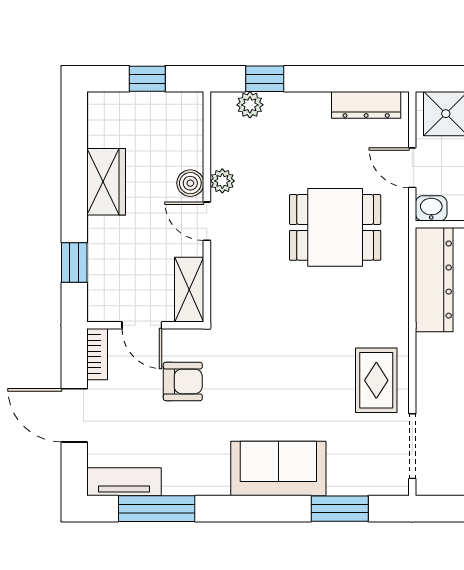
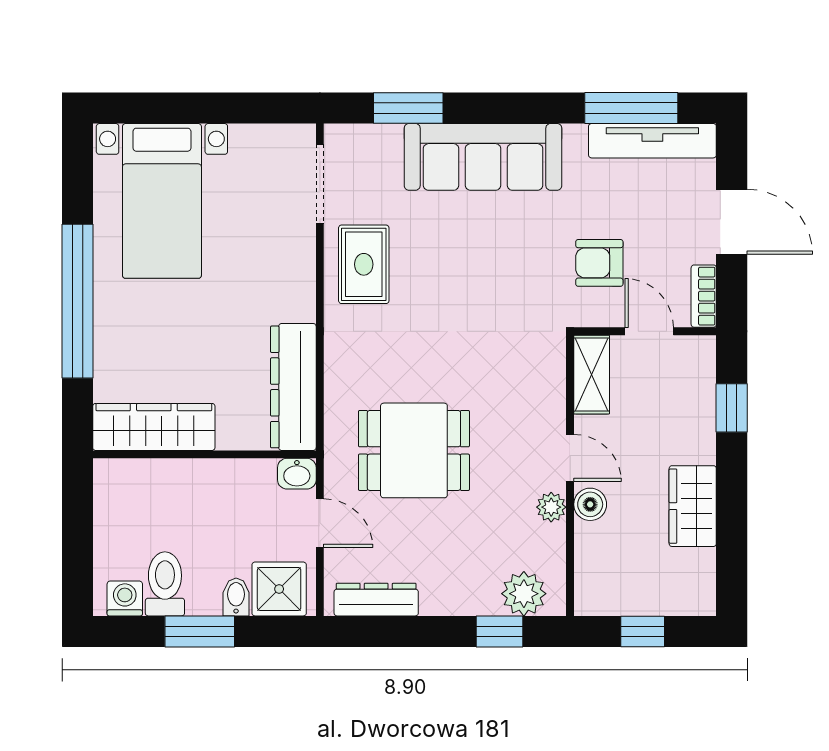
plant: (250, 105) -> (524, 594), width x1.38, depth x1.38
sofa: (278, 469) -> (483, 157), width x1.36
tv unit: (124, 482) -> (652, 141), width x1.41

